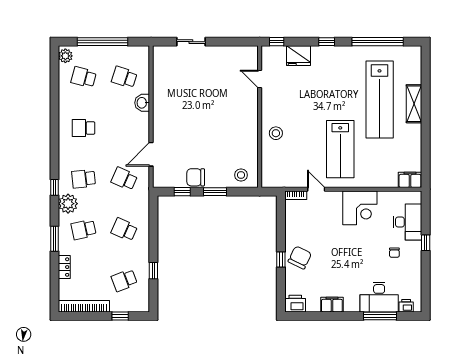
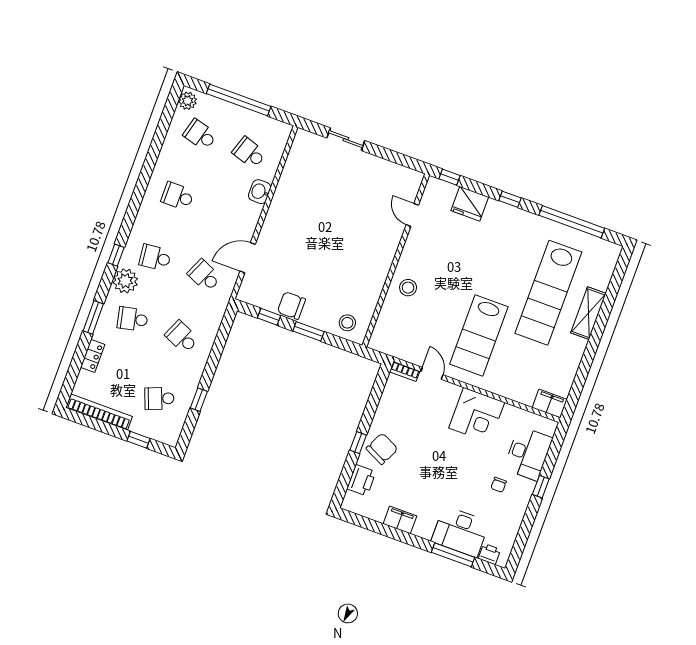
printer: (295, 304) -> (361, 480), moved, turned 90

